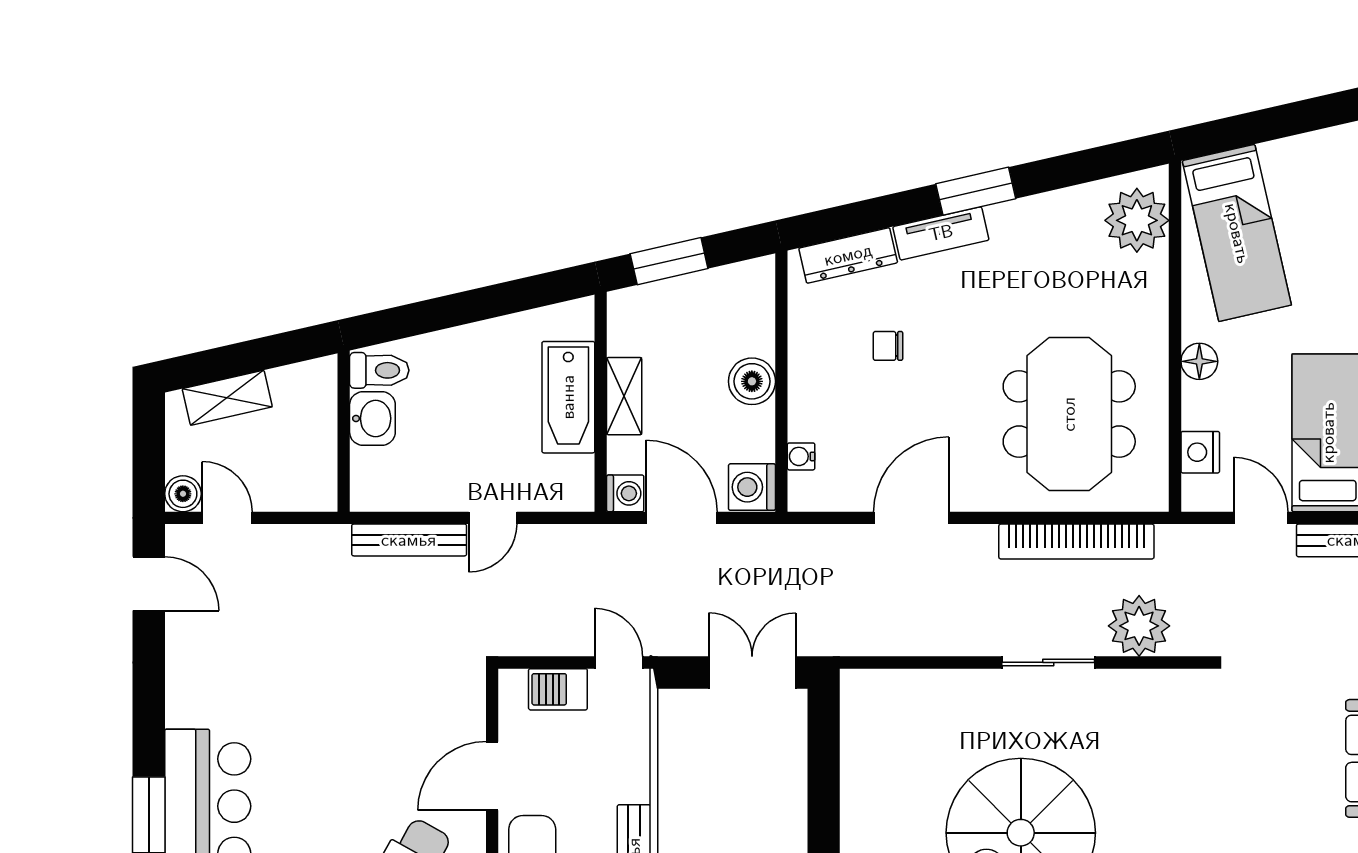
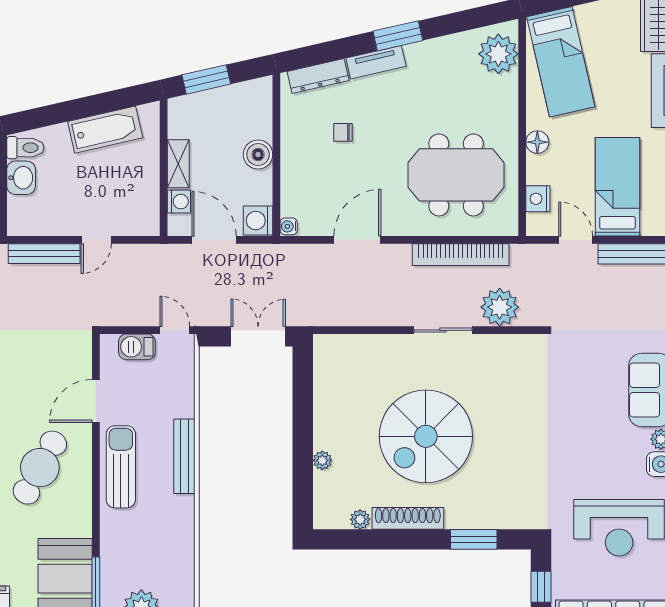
bathtub: (568, 397) -> (105, 130), moved, turned -103
meeting table: (1069, 414) -> (456, 175), turned 90
water cooler: (801, 456) -> (289, 226), moved
washing machine: (625, 493) -> (179, 202), moved

